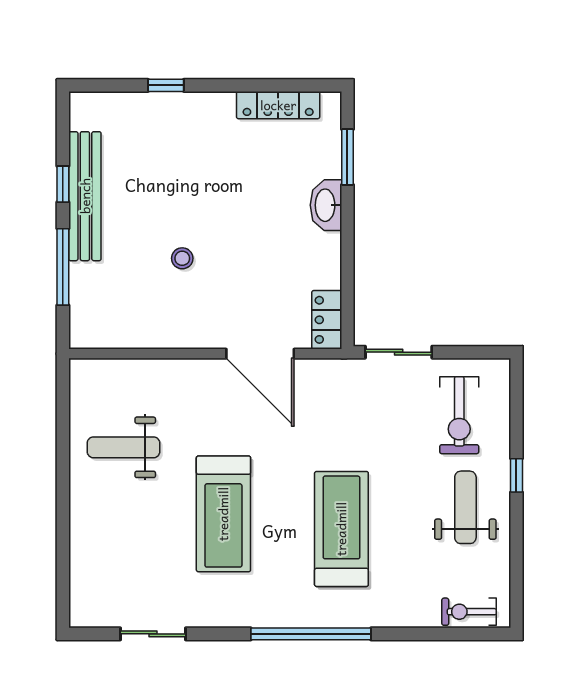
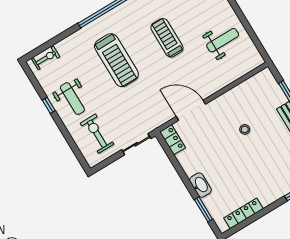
window: (516, 475) -> (49, 105), moved
treadmill: (223, 514) -> (167, 38), width x0.73, depth x0.73

